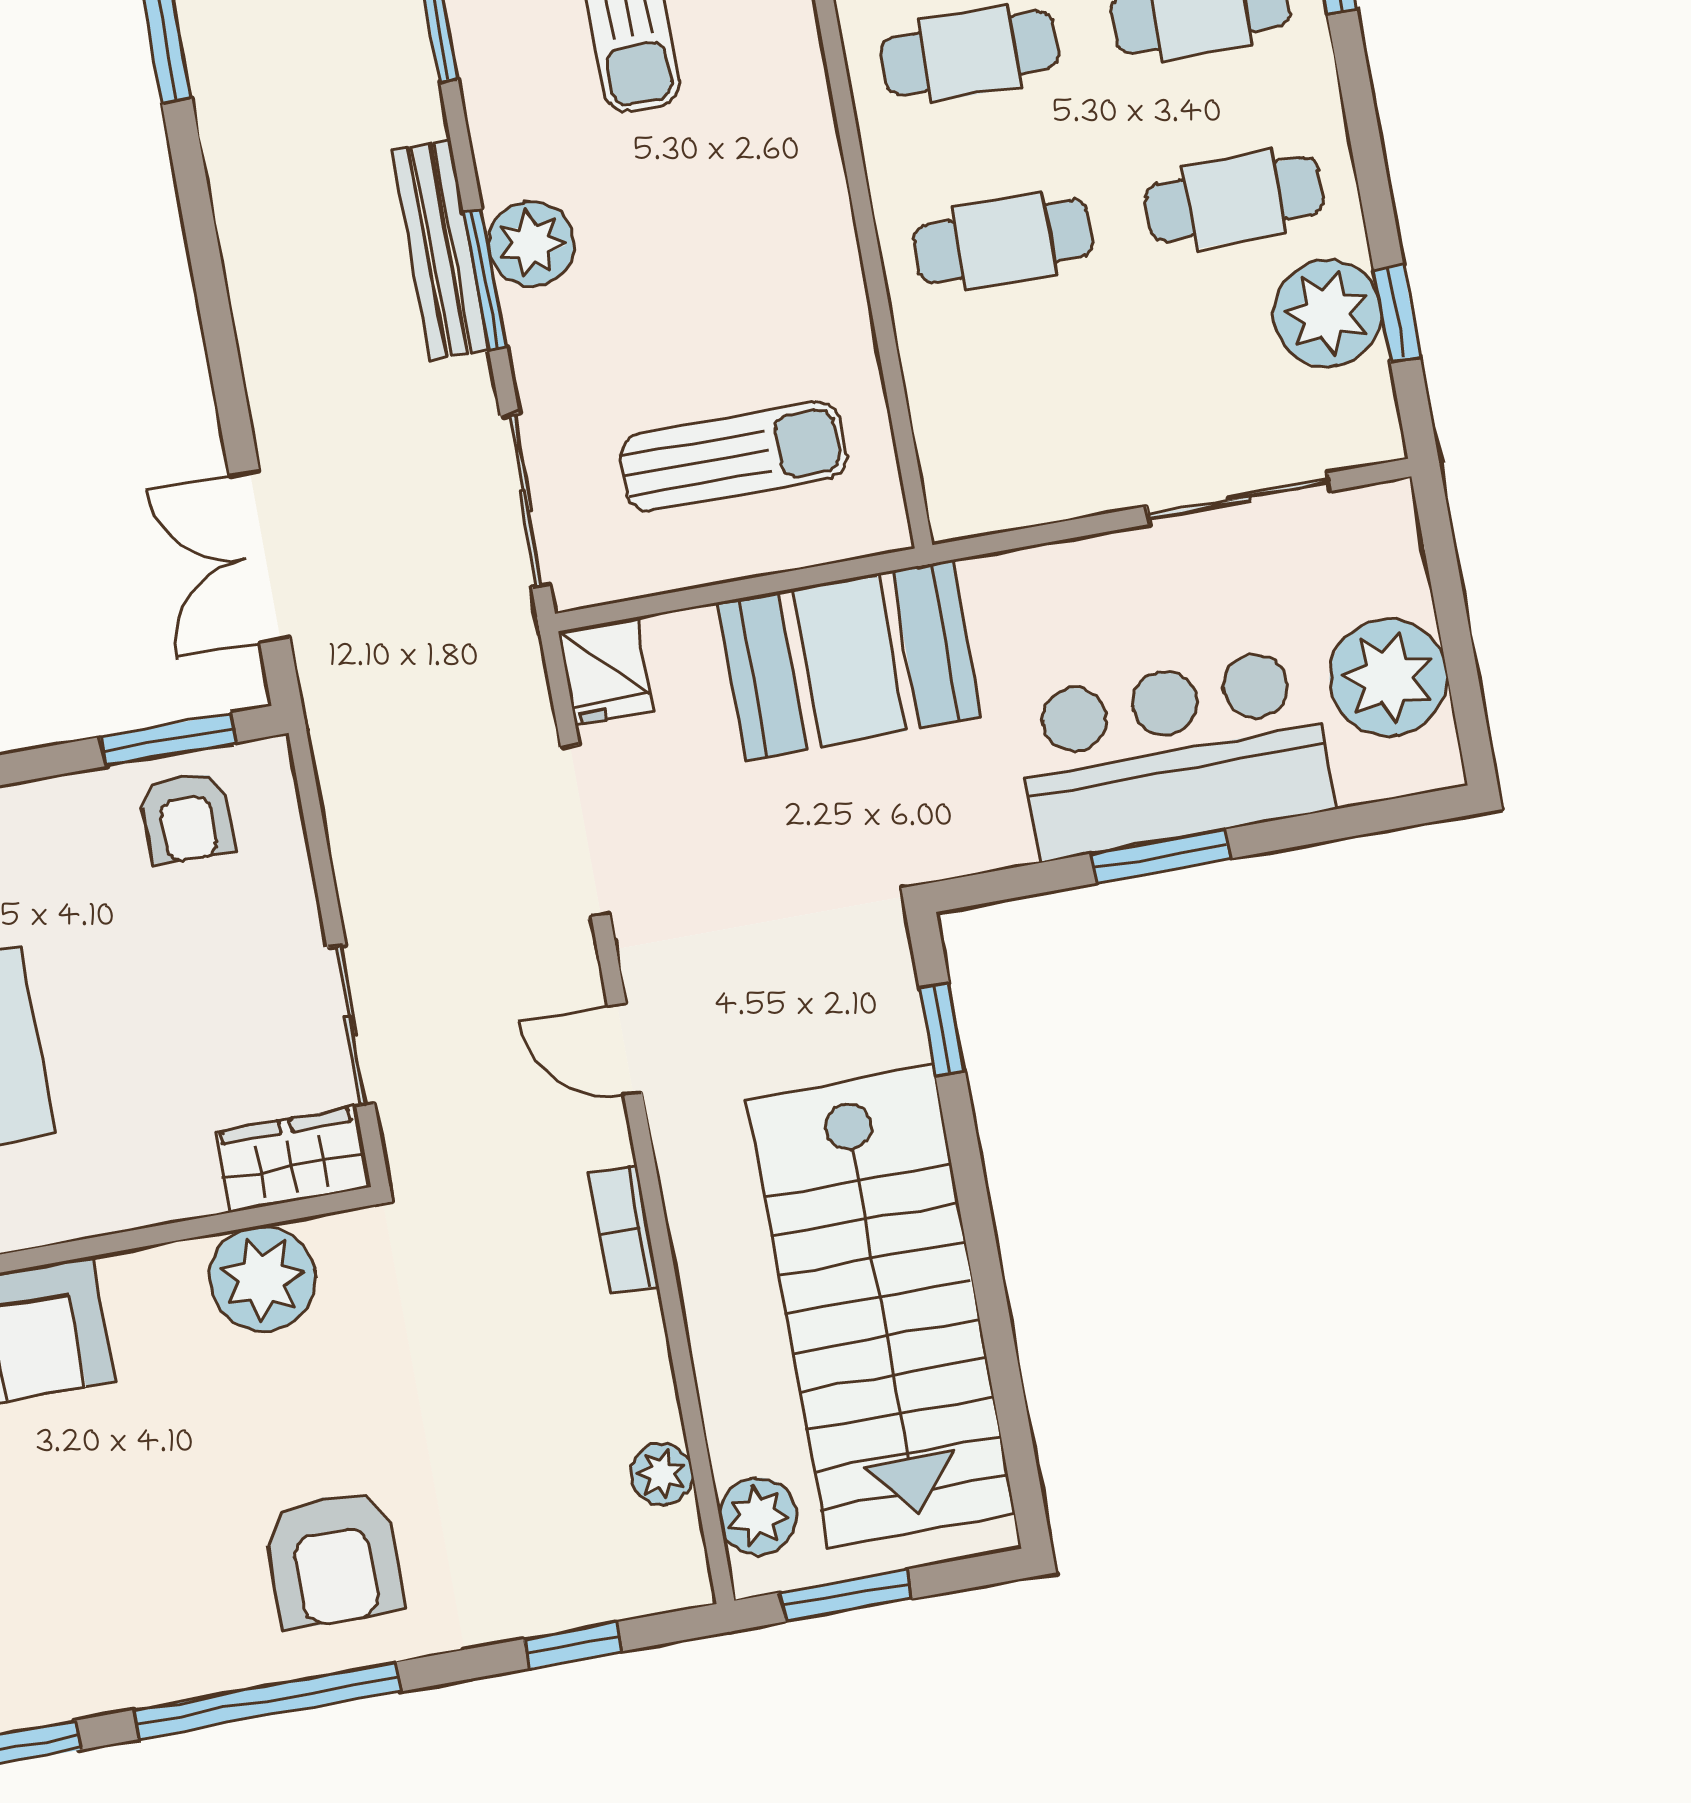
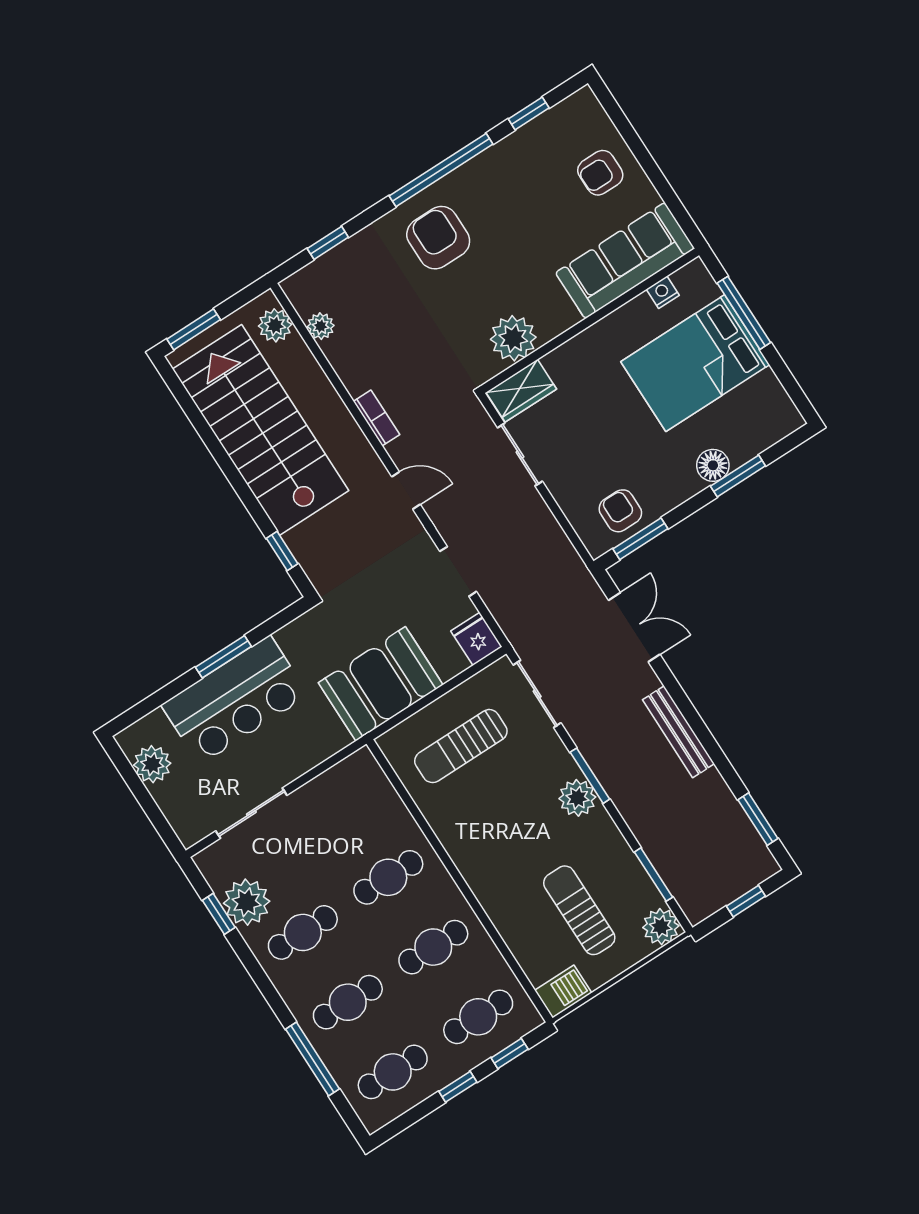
bench: (440, 250) -> (679, 732), moved
plant: (1388, 678) -> (152, 764), width x0.73, depth x0.73
doorway: (585, 831) -> (458, 571), width x0.73
window: (846, 1596) -> (194, 329), moved

